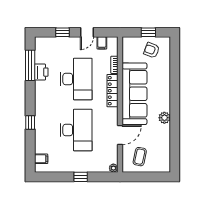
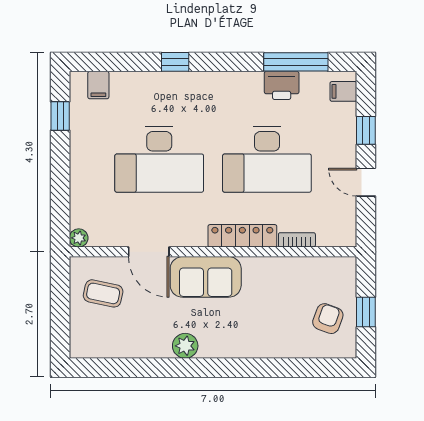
filing cabinet: (102, 43) -> (343, 91), moved
sofa: (135, 94) -> (206, 277), width x0.54, depth x0.79
window: (81, 177) -> (60, 116), moved

